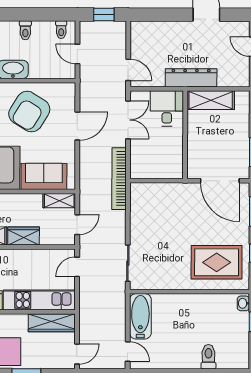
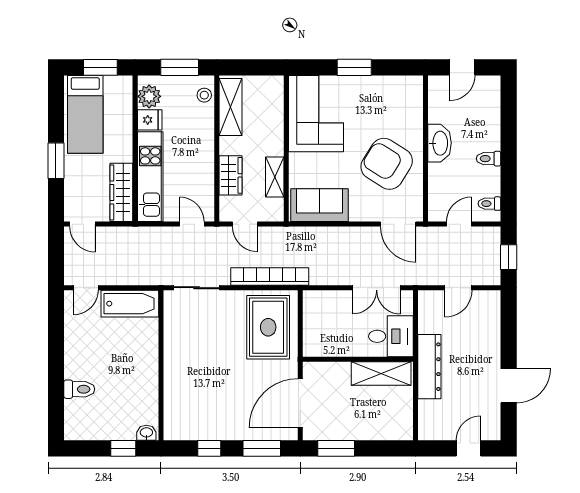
door: (128, 70) -> (458, 288), moved
shelving: (211, 100) -> (381, 374), moved, turned 90
door: (77, 126) -> (398, 224), moved
sofa: (44, 176) -> (320, 205), moved, turned -90
bookcase: (119, 179) -> (270, 277), moved
shelving: (59, 201) -> (275, 177), moved
wardrobe: (24, 236) -> (230, 175), moved
rug: (217, 262) -> (268, 327), moved

